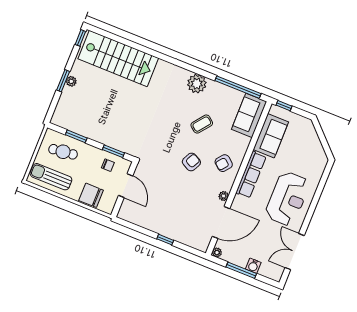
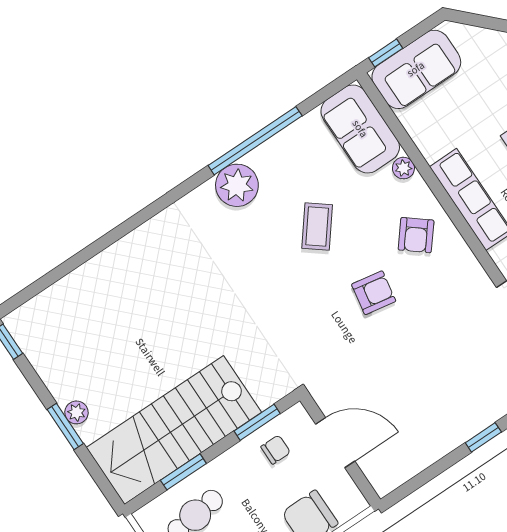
stairs: (118, 58) -> (174, 430), moved, turned 180
window: (238, 87) -> (255, 141), moved
sofa: (271, 136) -> (416, 69), moved, turned 90
armchair: (191, 162) -> (374, 293), turned 73
plant: (224, 196) -> (403, 168), moved

